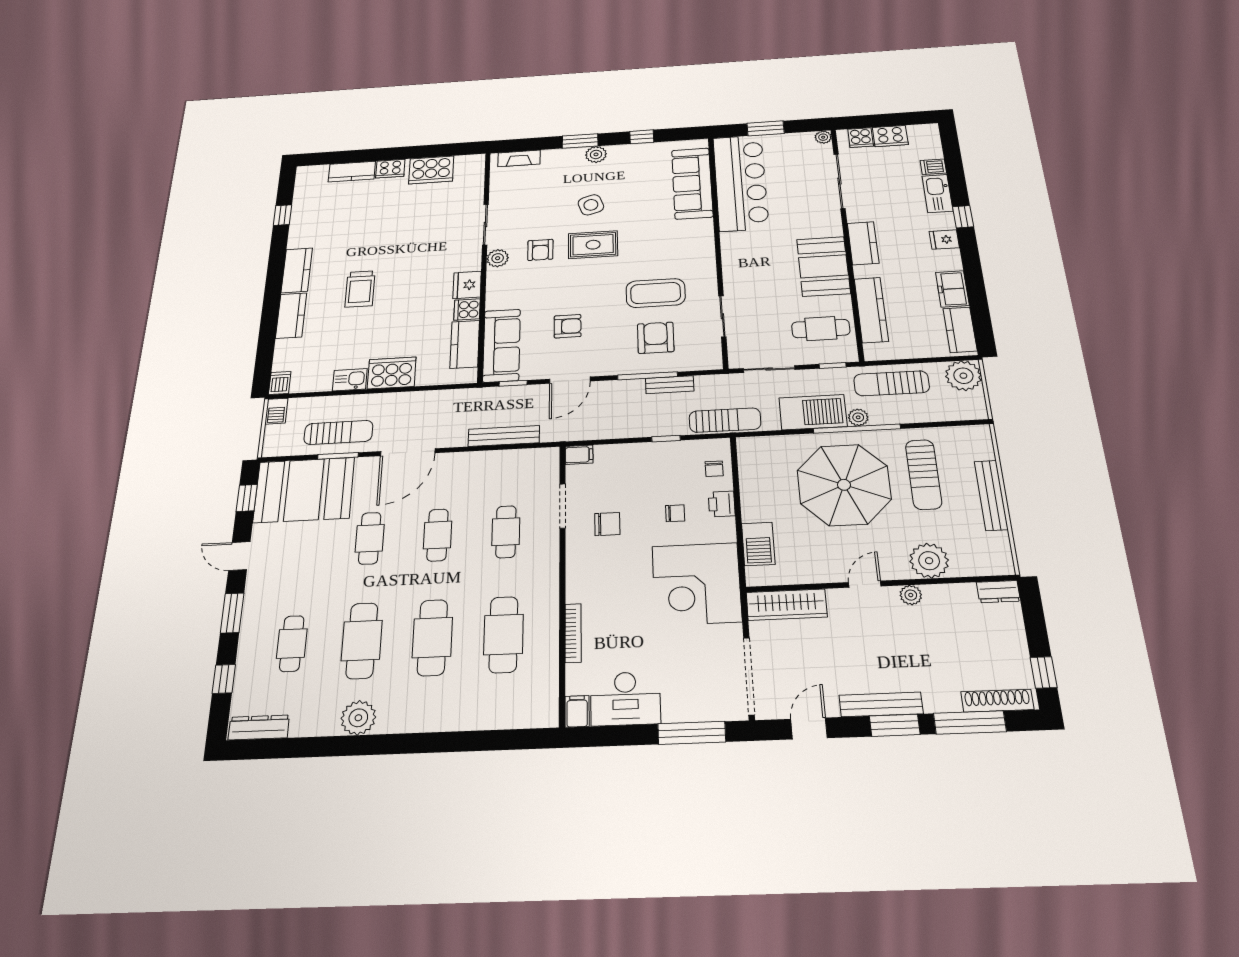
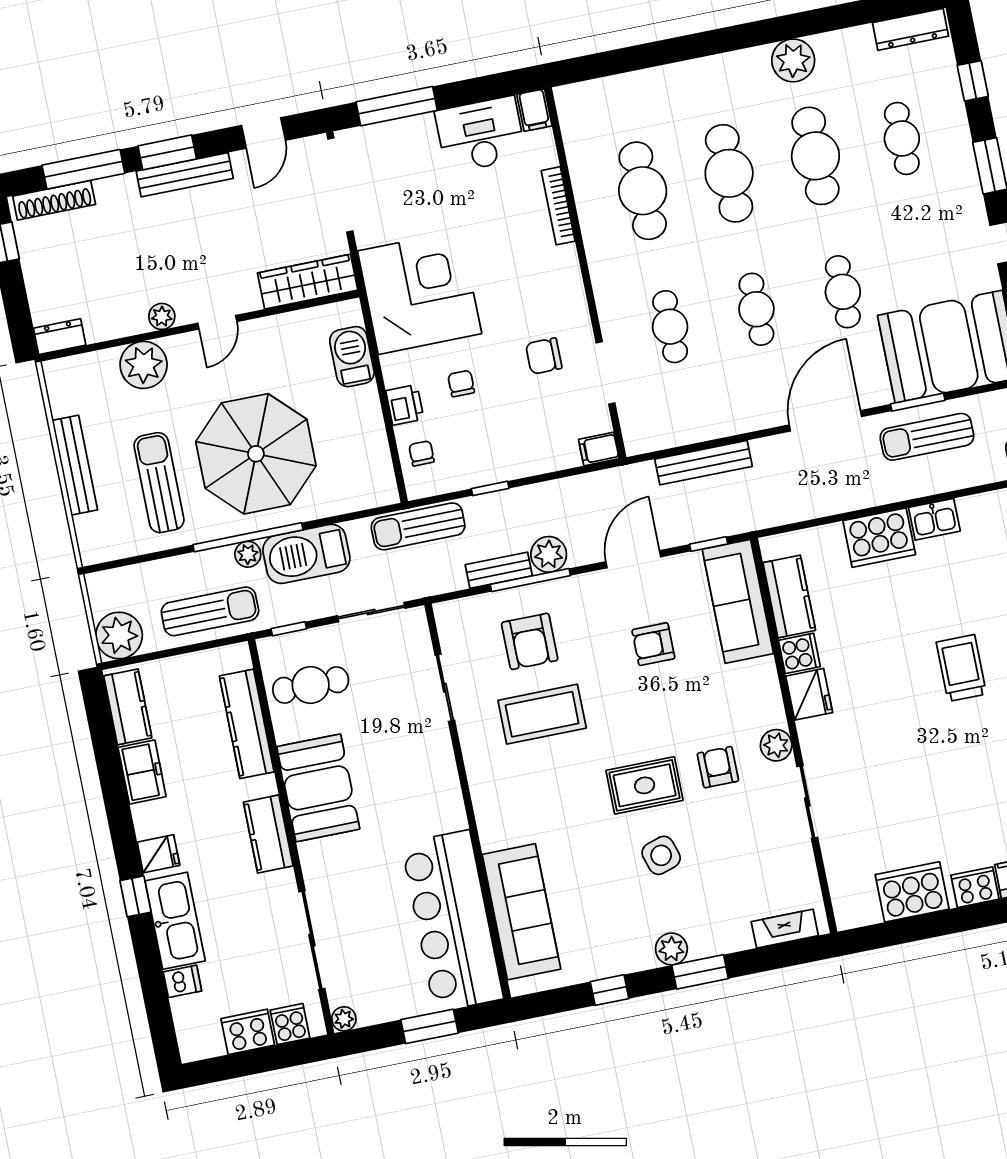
kitchen sink: (937, 194) -> (175, 921), width x1.36, depth x1.24
plant: (631, 390) -> (549, 554), added
chair: (675, 513) -> (461, 384), turned 90

